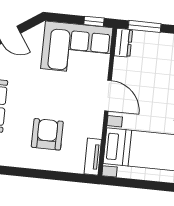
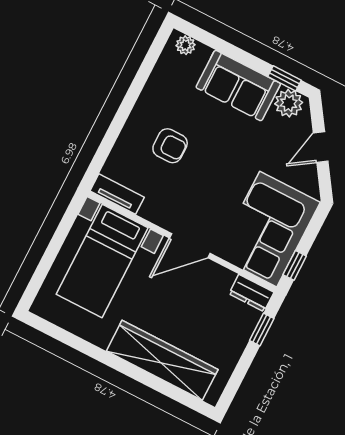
window: (145, 26) -> (262, 329), width x0.67
armchair: (47, 134) -> (170, 146), width x0.72, depth x0.72

